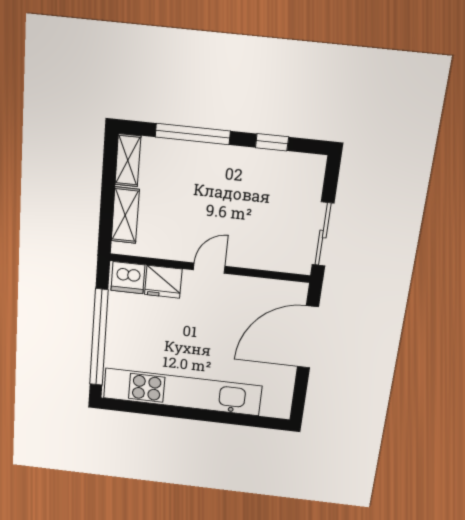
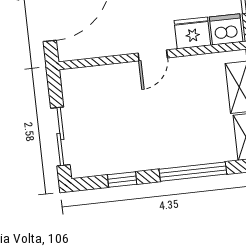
sliding door: (323, 234) -> (60, 137), moved

